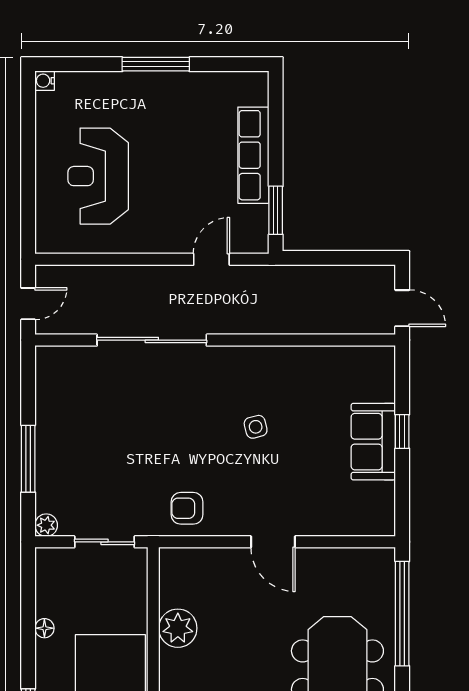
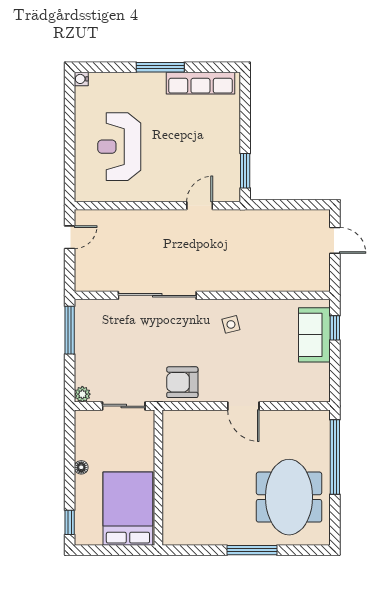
row of seats: (253, 155) -> (200, 83), moved, turned -90
sliding door: (152, 340) -> (157, 295), moved
wall: (215, 340) -> (202, 295), moved
window: (28, 459) -> (70, 330), moved
armchair: (187, 508) -> (182, 382), width x1.38, depth x1.38
plant: (178, 628) -> (176, 467), removed

